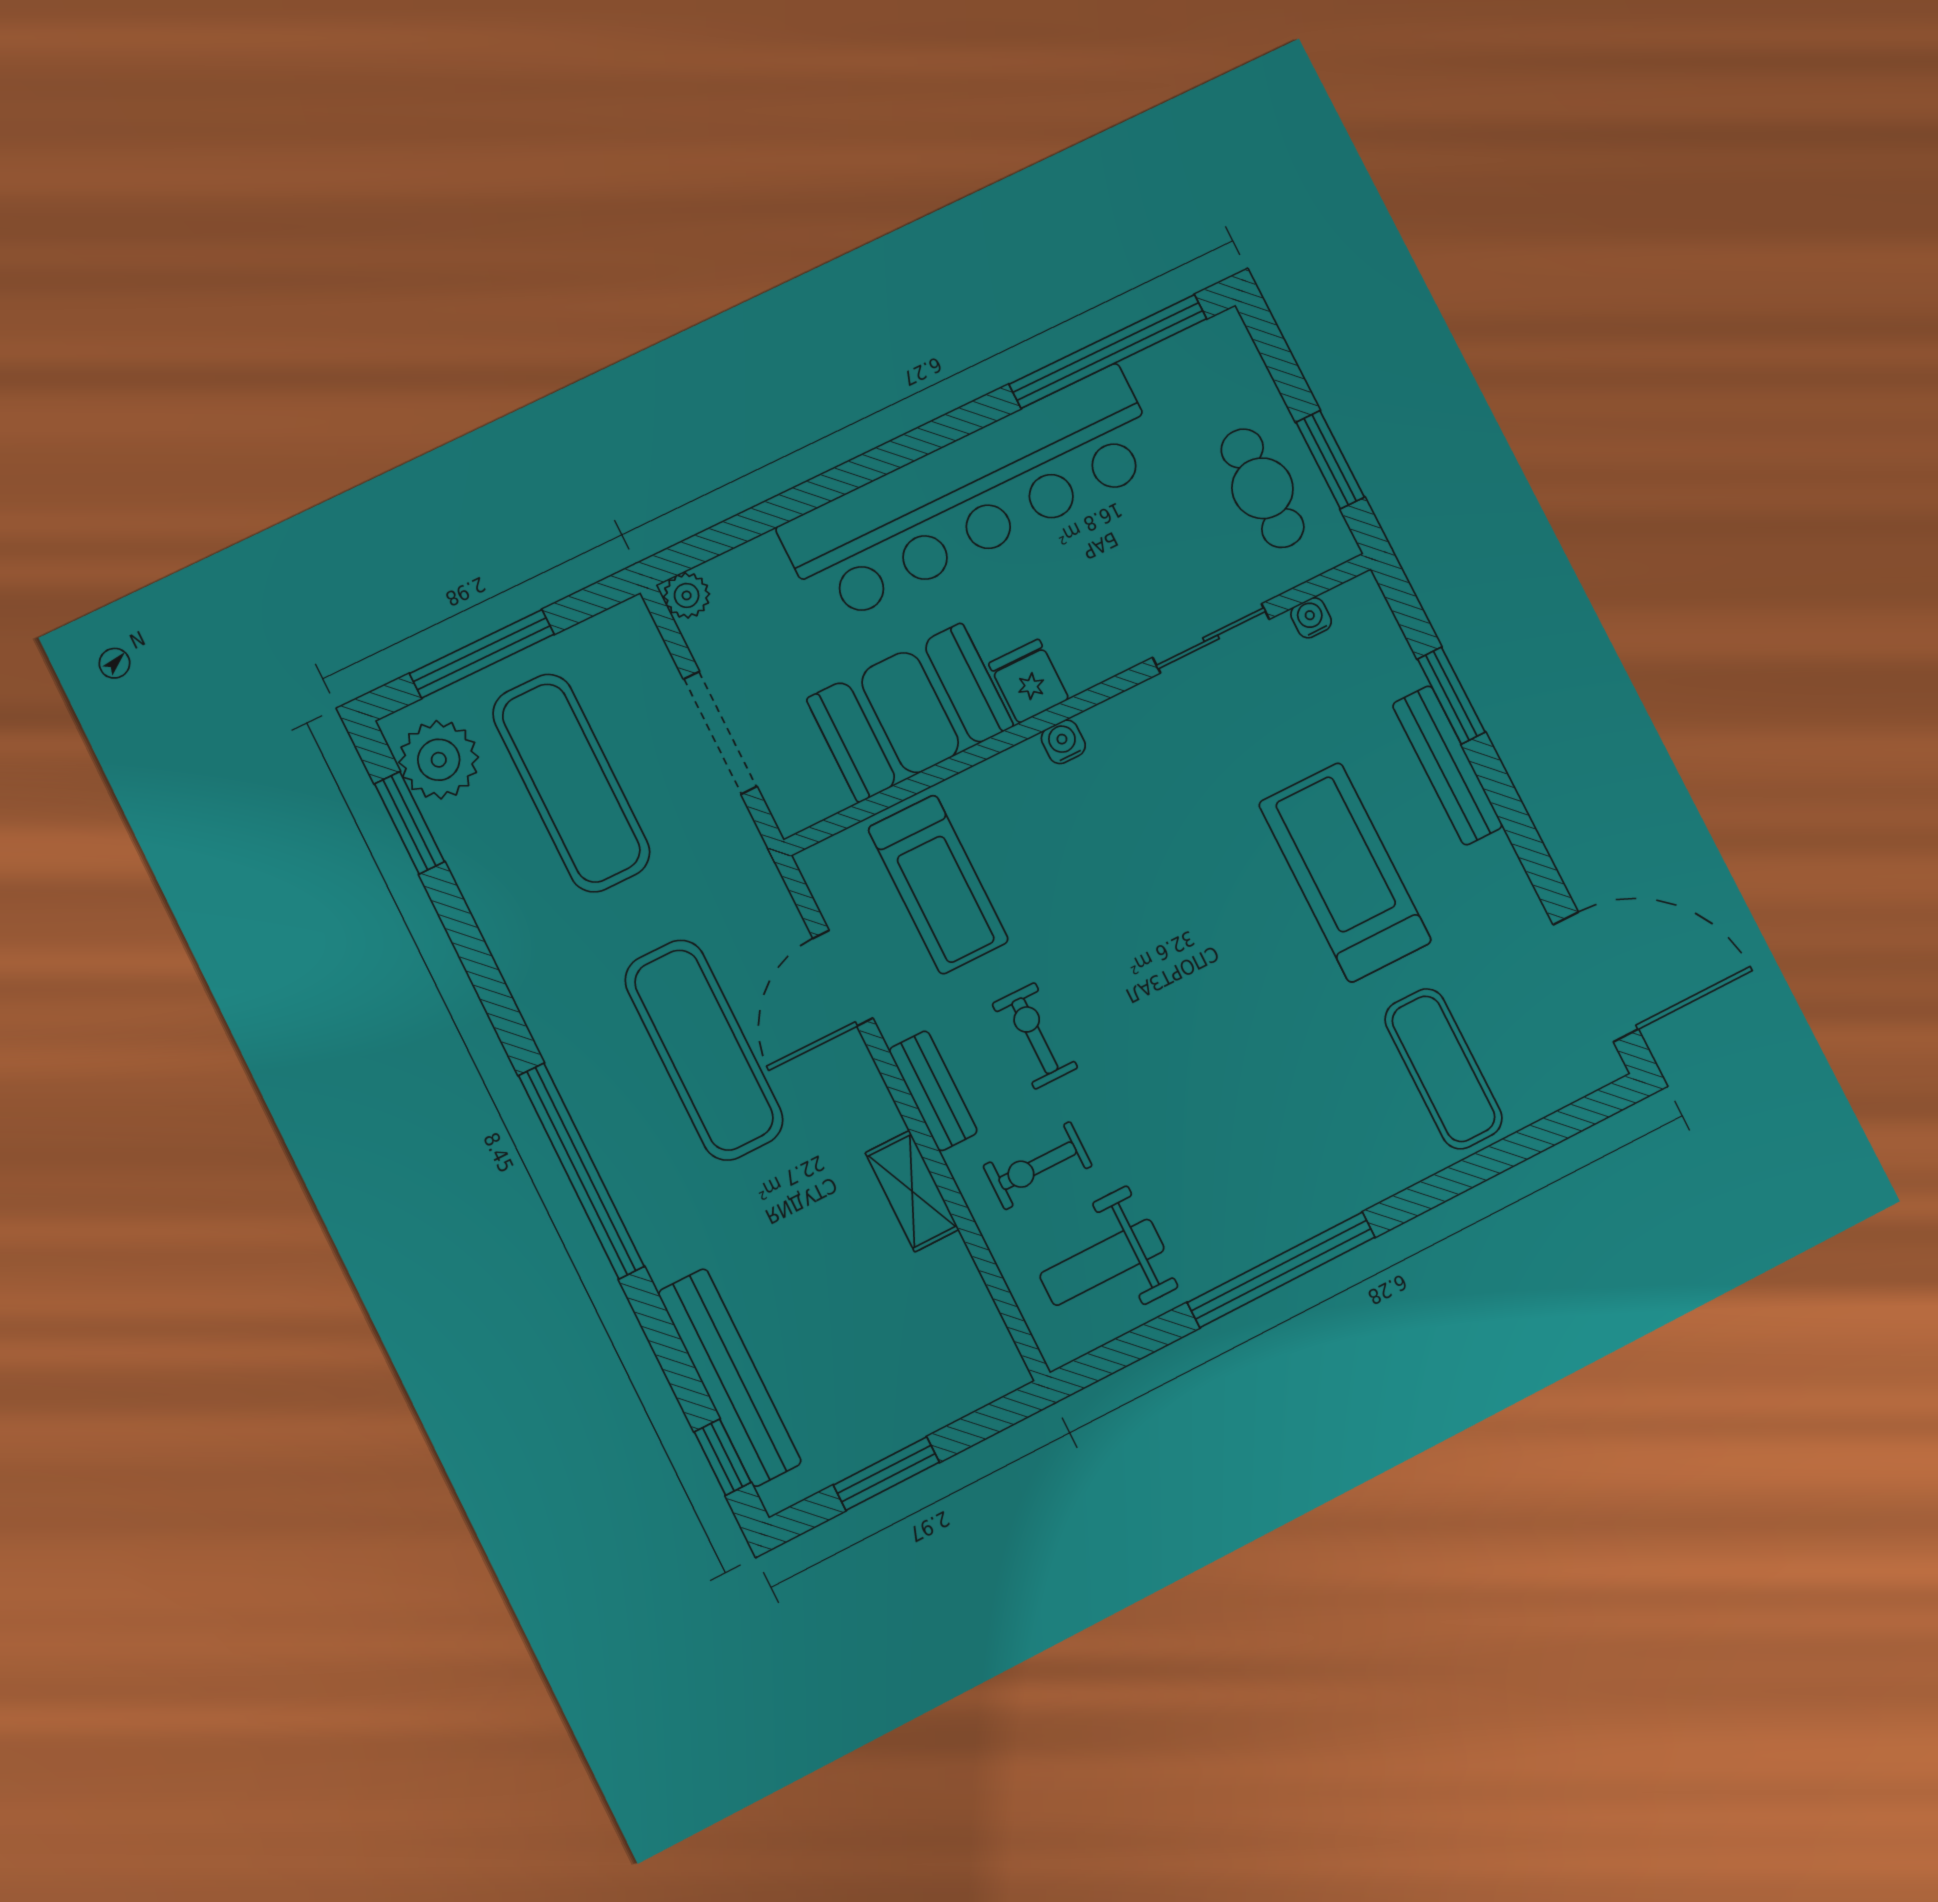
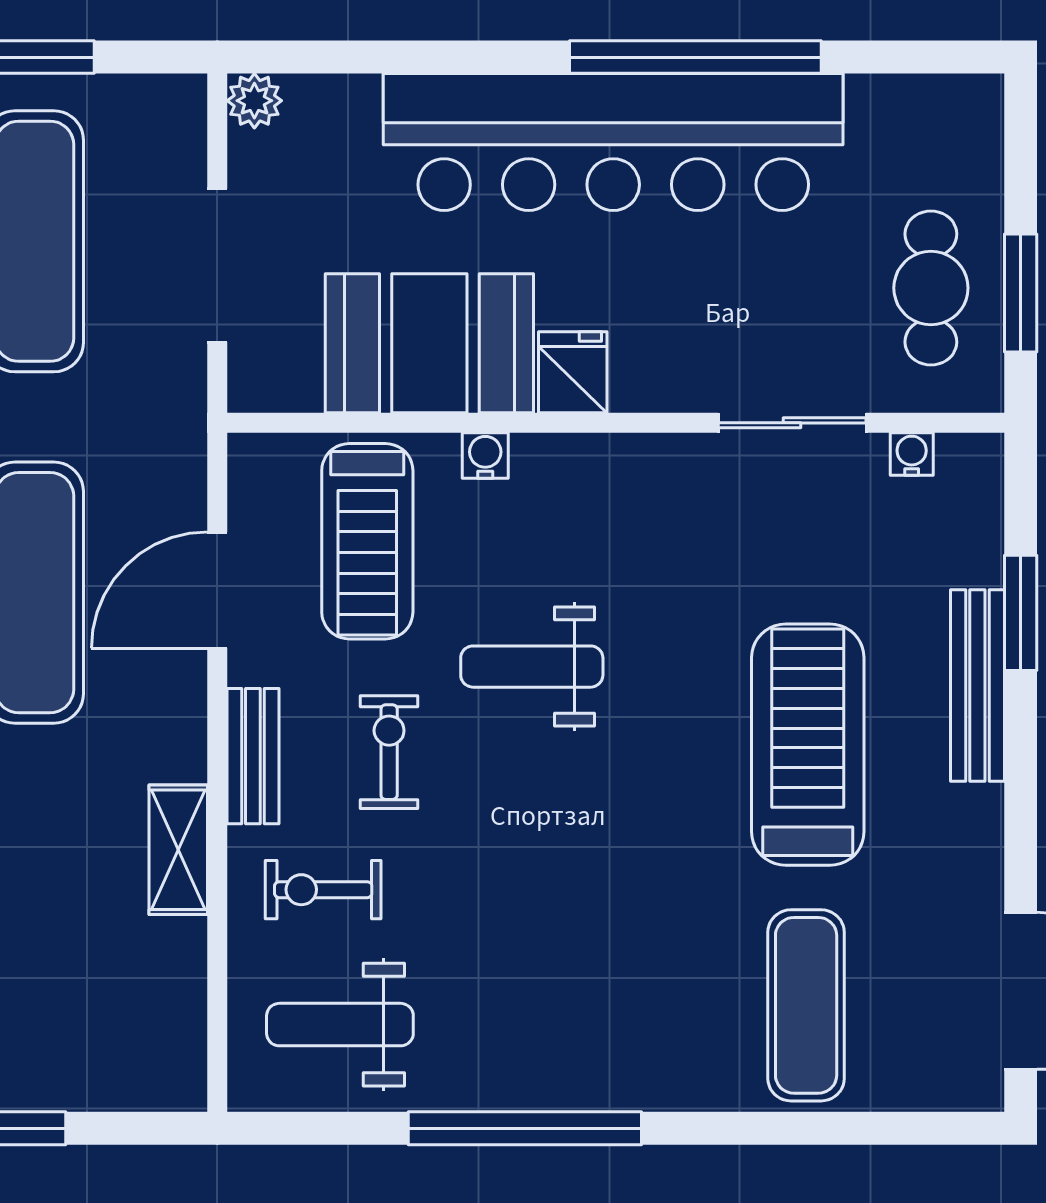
window: (1108, 351) -> (695, 57), moved
water cooler: (1063, 742) -> (485, 456), moved
weight bench: (1110, 917) -> (532, 667), added

